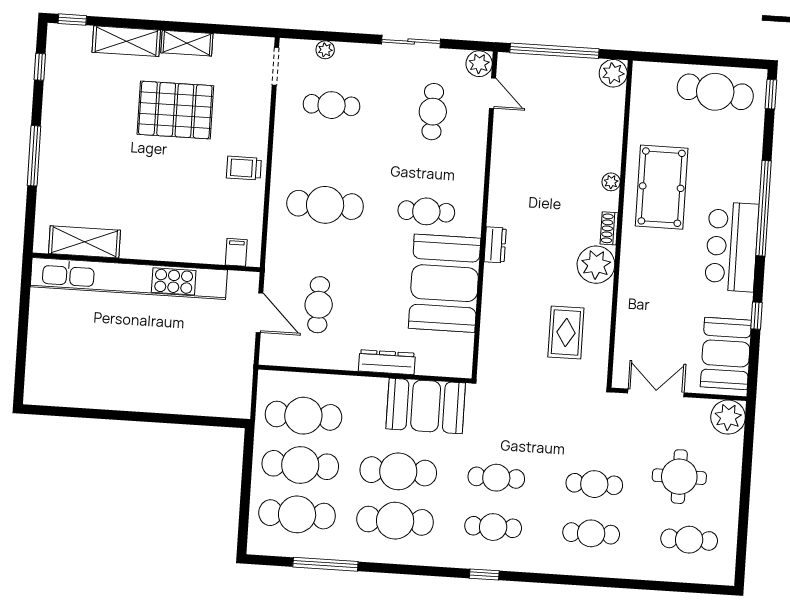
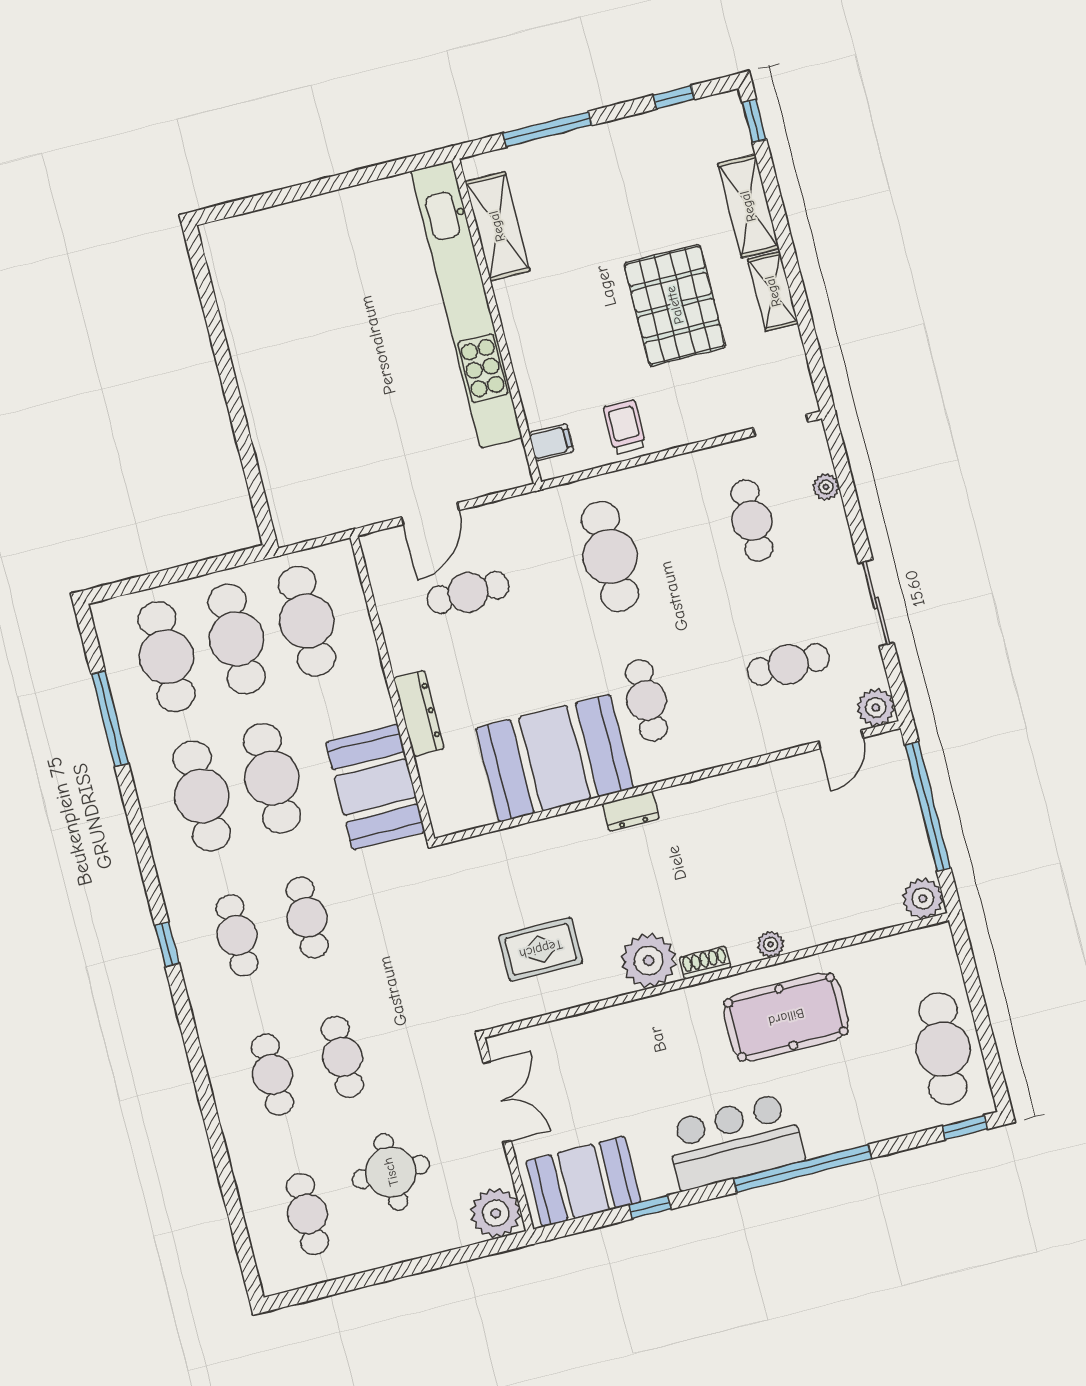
shelving: (85, 242) -> (497, 226), moved
filing cabinet: (236, 252) -> (551, 442), moved
wall: (146, 262) -> (497, 321), moved
kitchen unit: (129, 278) -> (466, 304), moved

